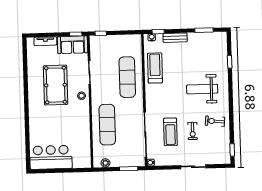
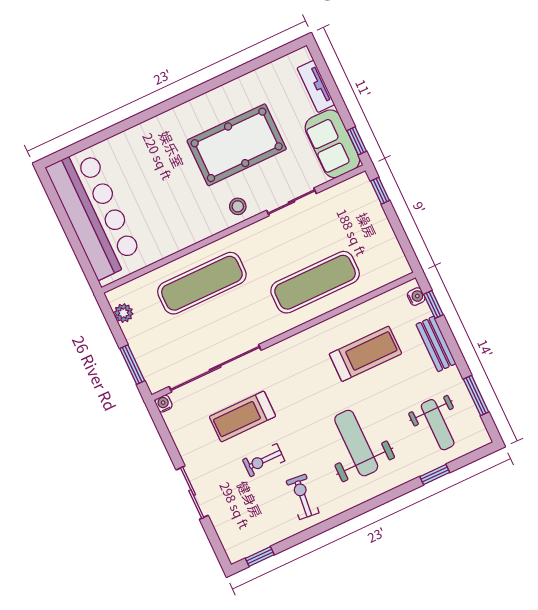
weight bench: (209, 52) -> (438, 425), added
treadmill: (155, 68) -> (365, 354), moved
bar counter: (51, 157) -> (94, 213), width x1.36

